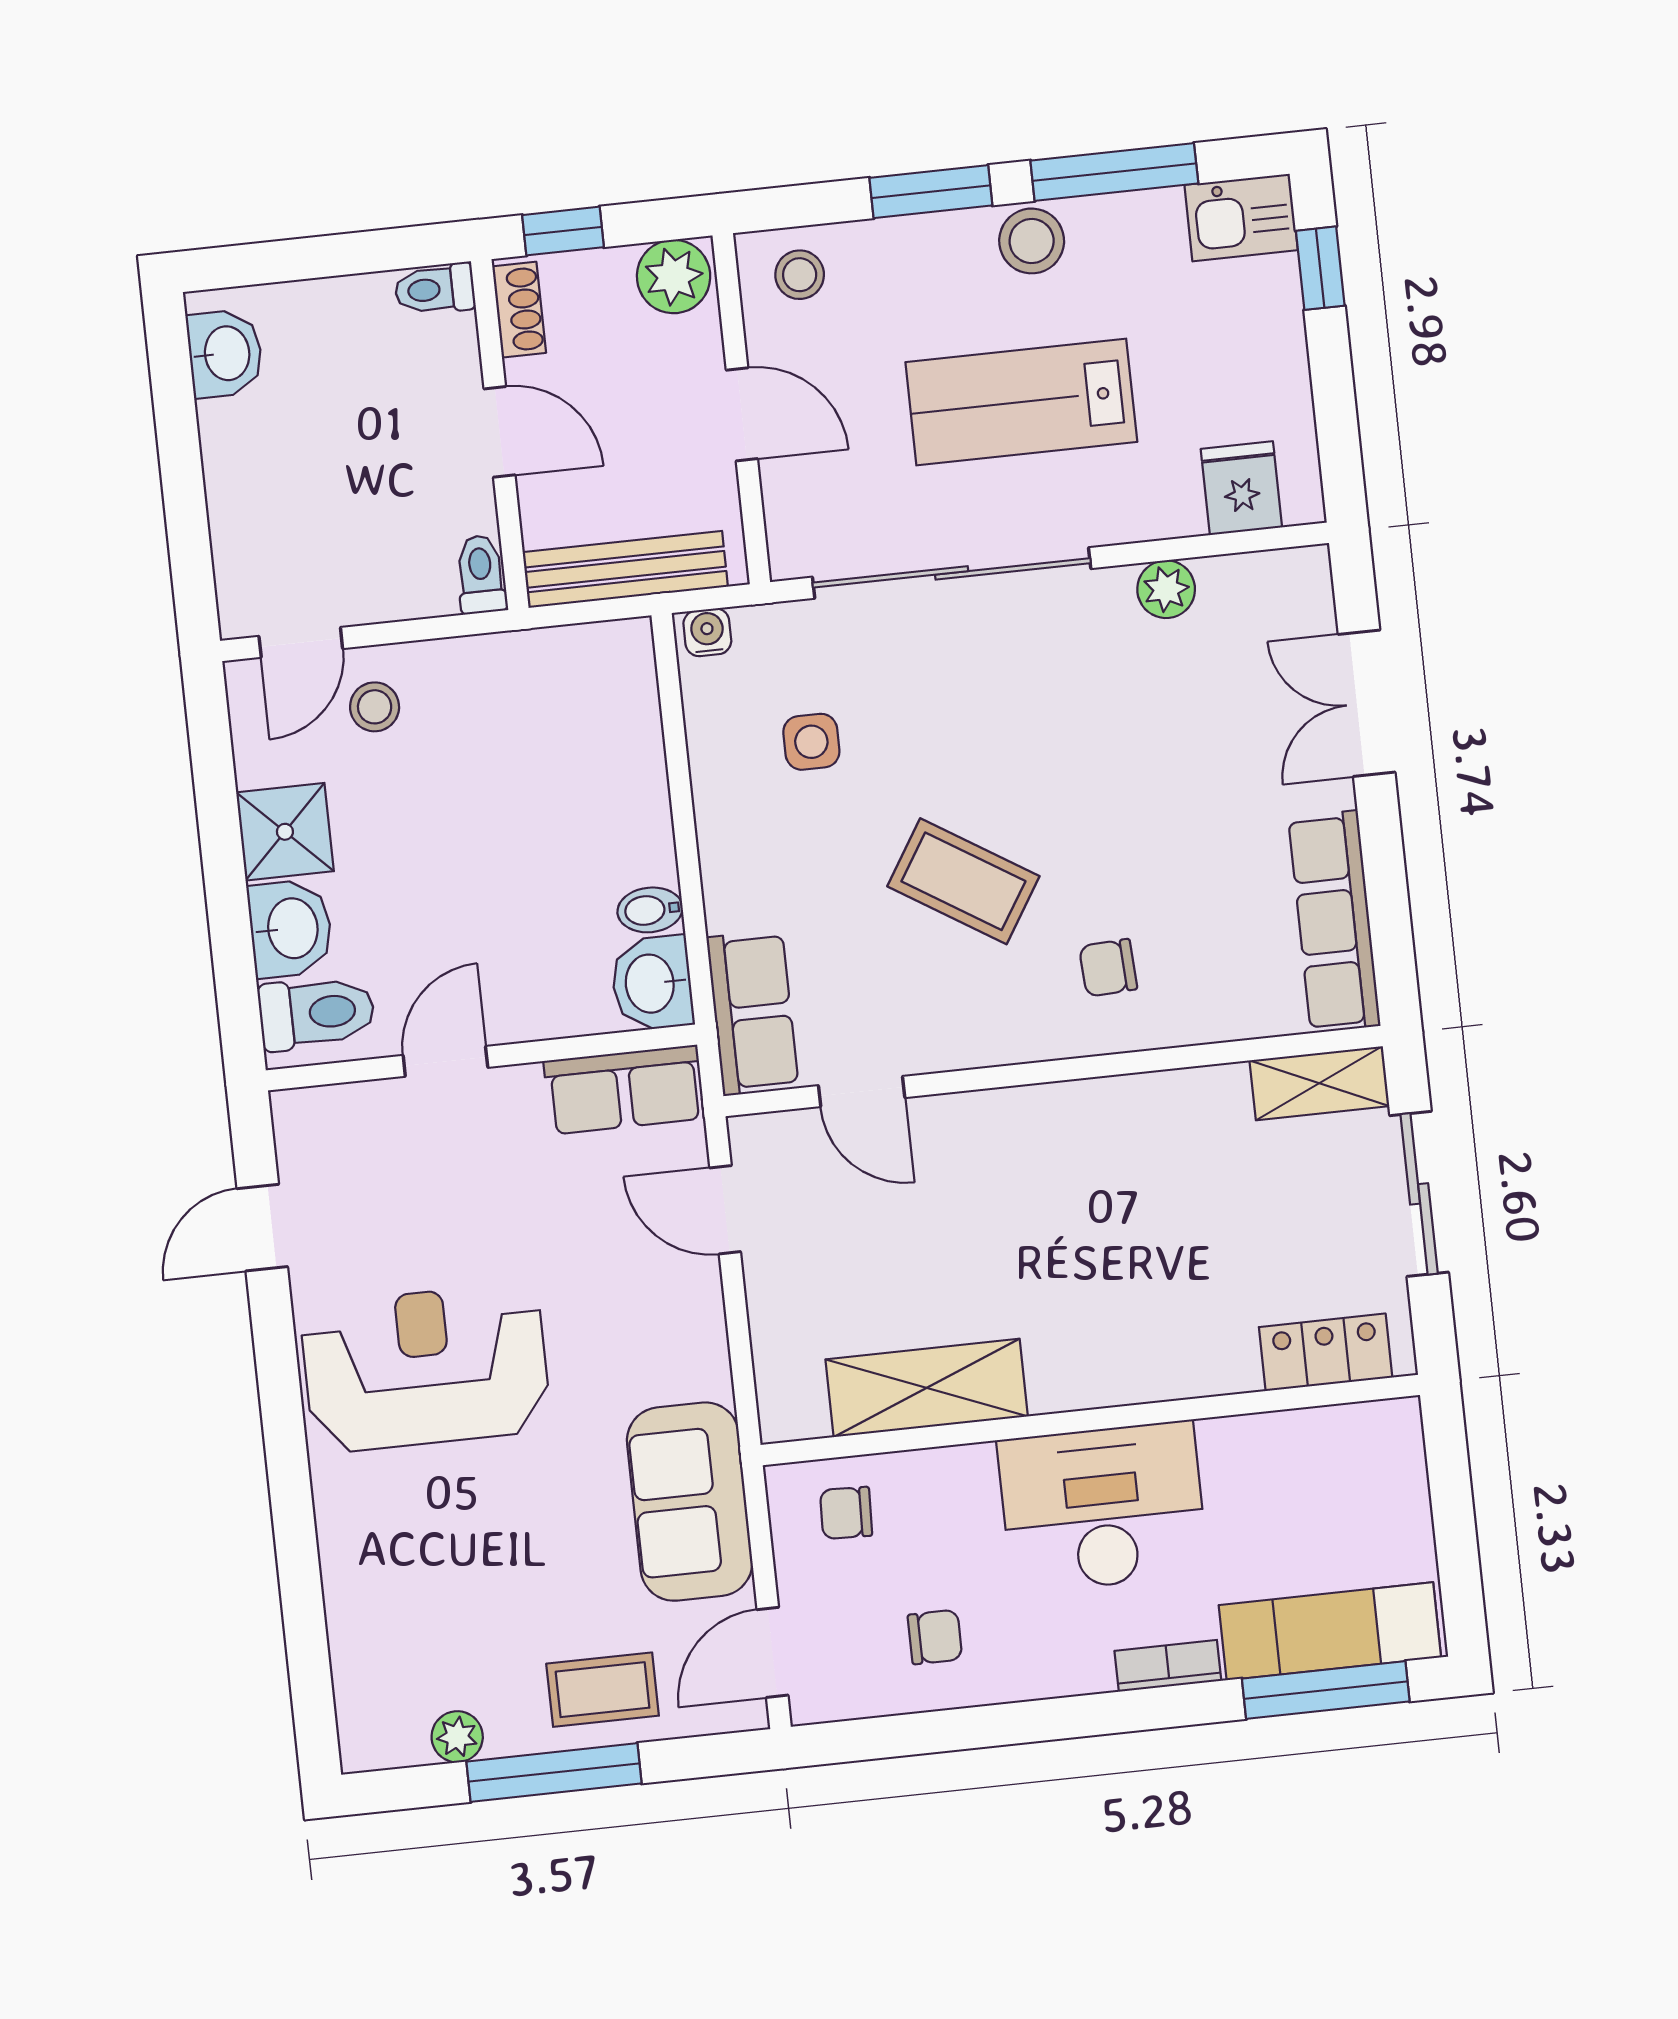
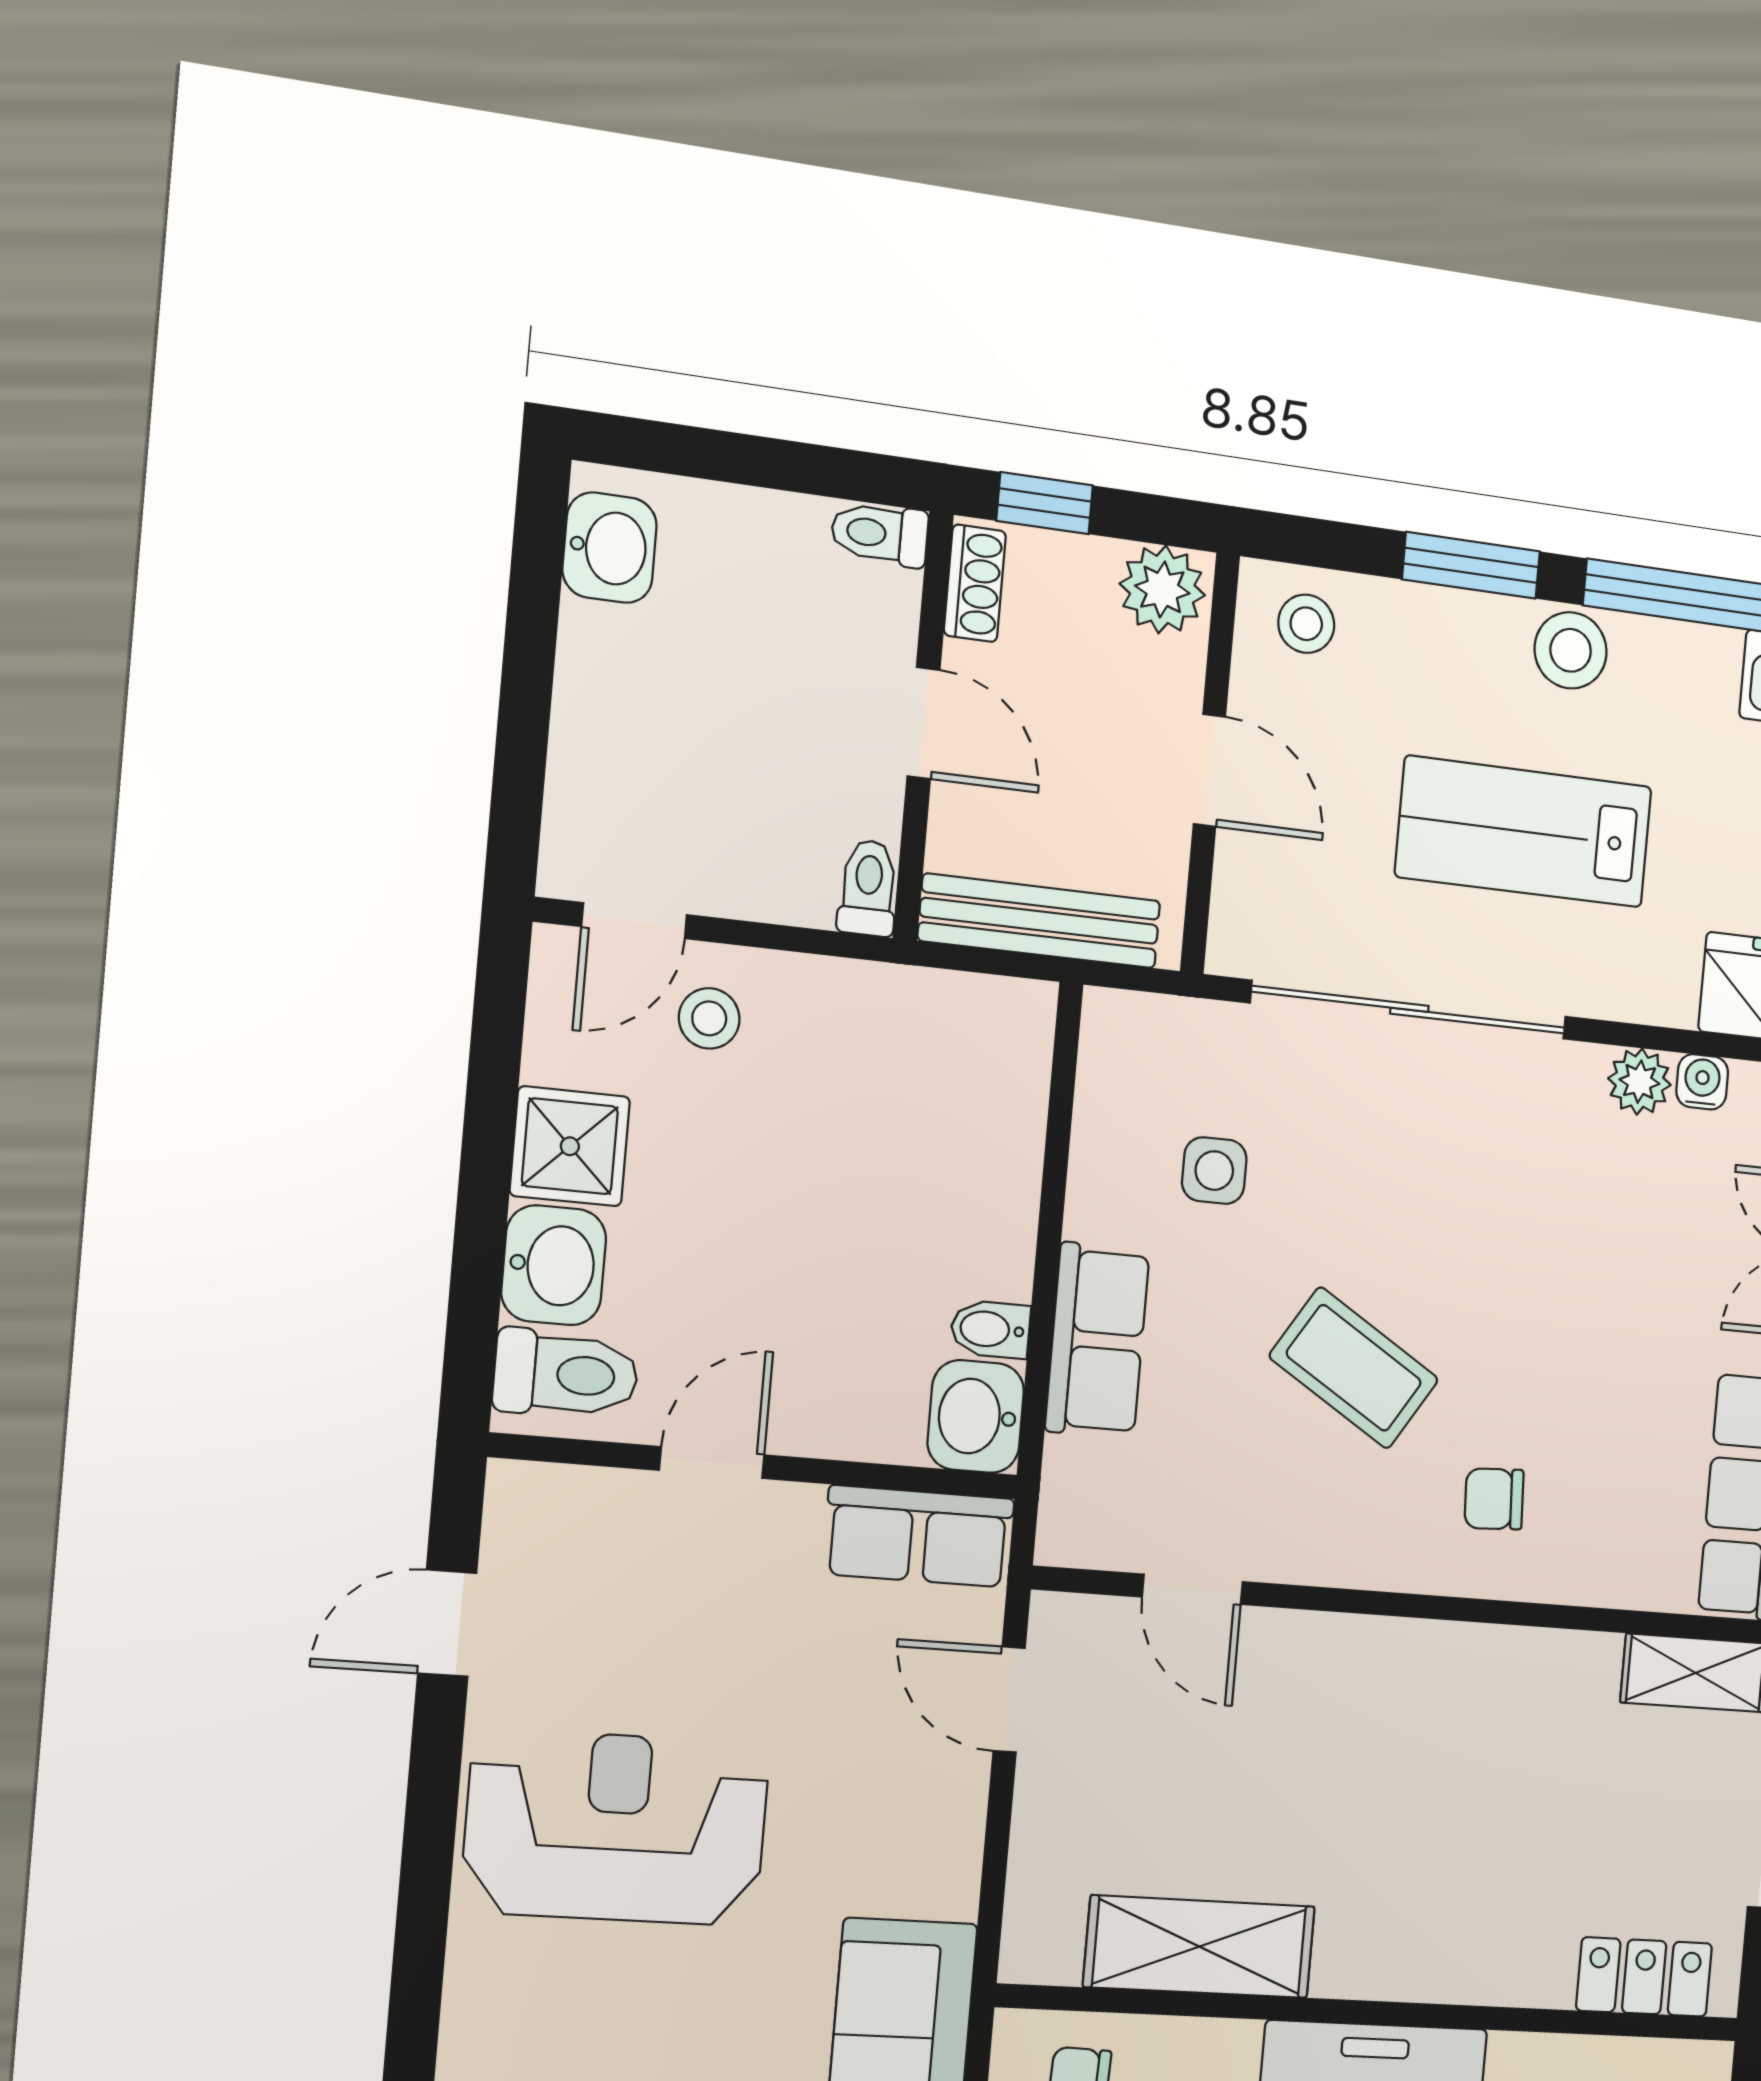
water cooler: (707, 632) -> (1702, 1082), moved
row of seats: (753, 1013) -> (1097, 1340), moved

